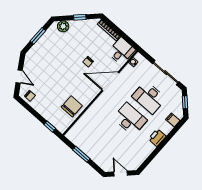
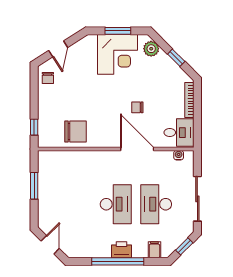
corner desk: (50, 47) -> (118, 54), added
window: (162, 145) -> (118, 261), added

